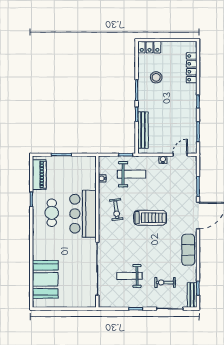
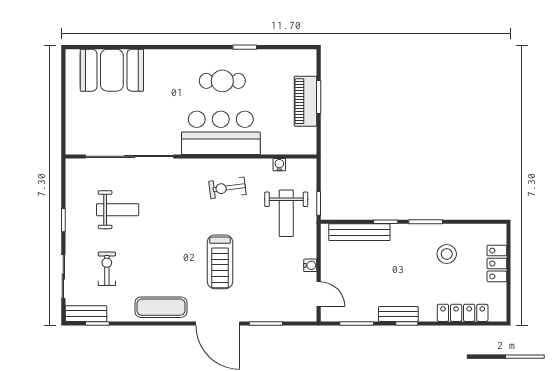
locker: (150, 47) -> (497, 263), moved
bench: (192, 107) -> (398, 314), added
piano: (39, 175) -> (305, 101), moved, turned 90
treadmill: (150, 218) -> (220, 262), moved
weight bench: (129, 276) -> (118, 210), turned 90

